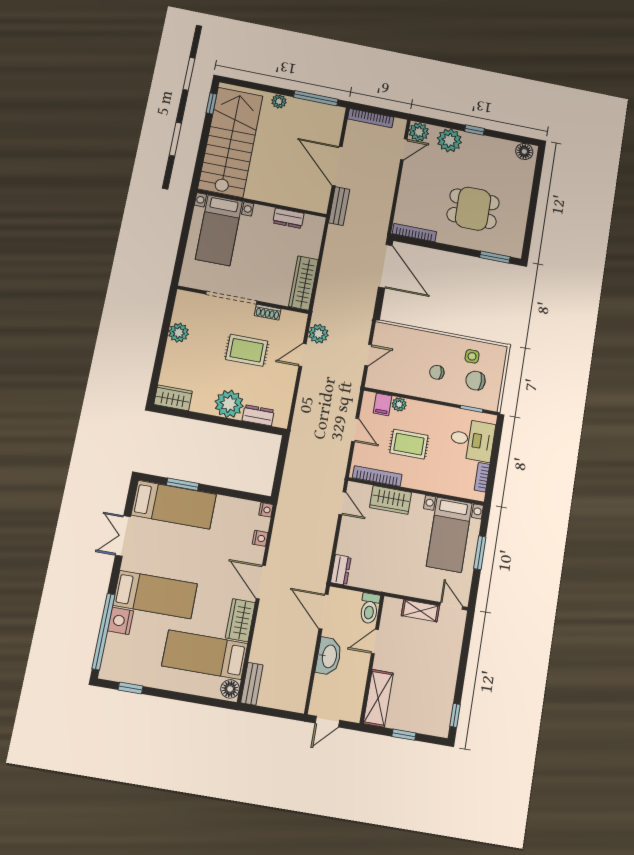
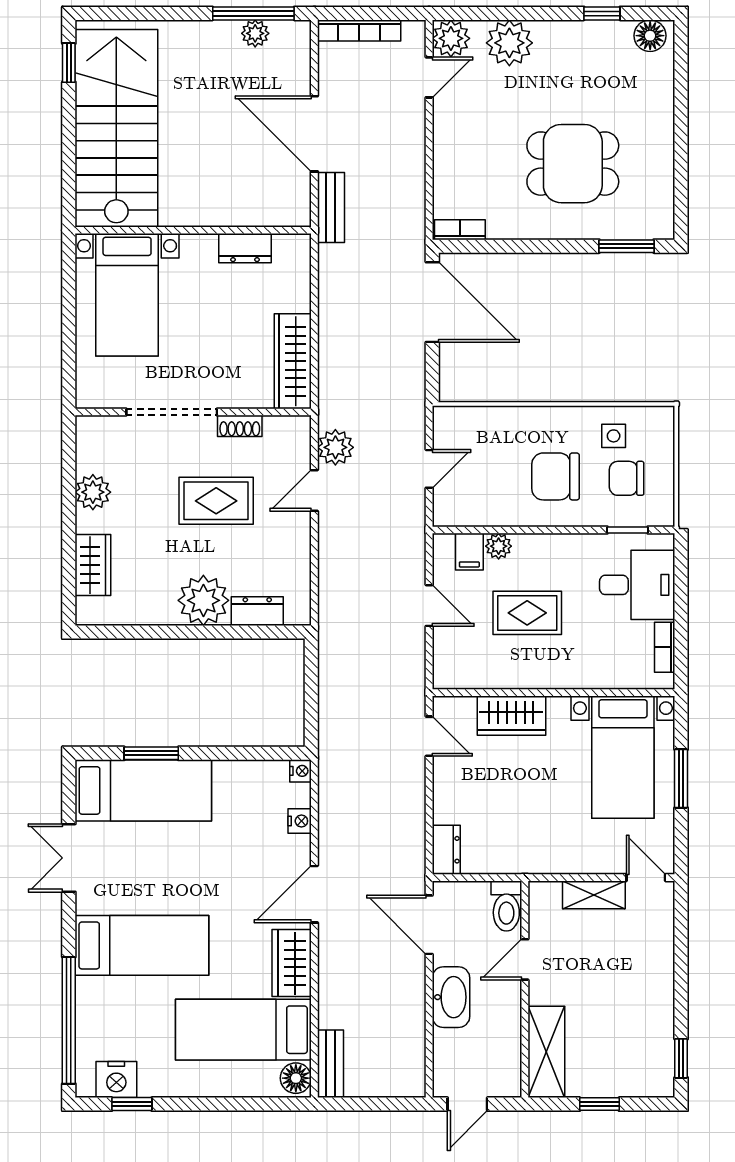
plant: (279, 101) -> (255, 33), moved
window: (474, 130) -> (602, 13), moved
bookcase: (414, 233) -> (460, 230), width x0.64
chair: (437, 372) -> (556, 476), width x1.87, depth x1.87
wardrobe: (173, 398) -> (93, 565), moved, turned 90
bookcase: (377, 476) -> (481, 679), removed
door: (261, 582) -> (314, 894), hinge flipped
nightstand: (121, 621) -> (116, 1080), moved, turned -90

